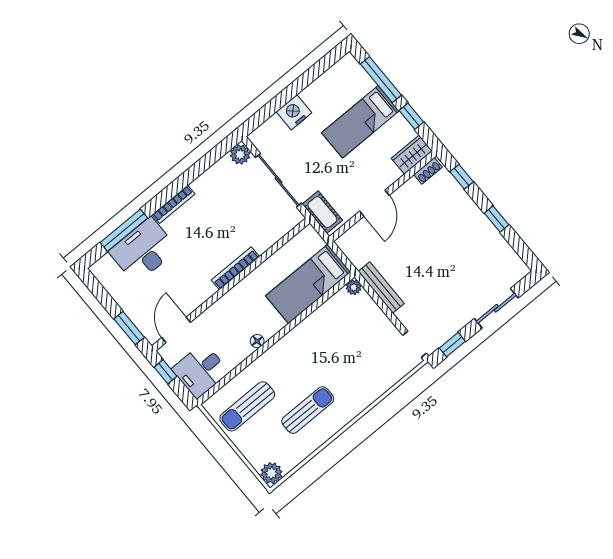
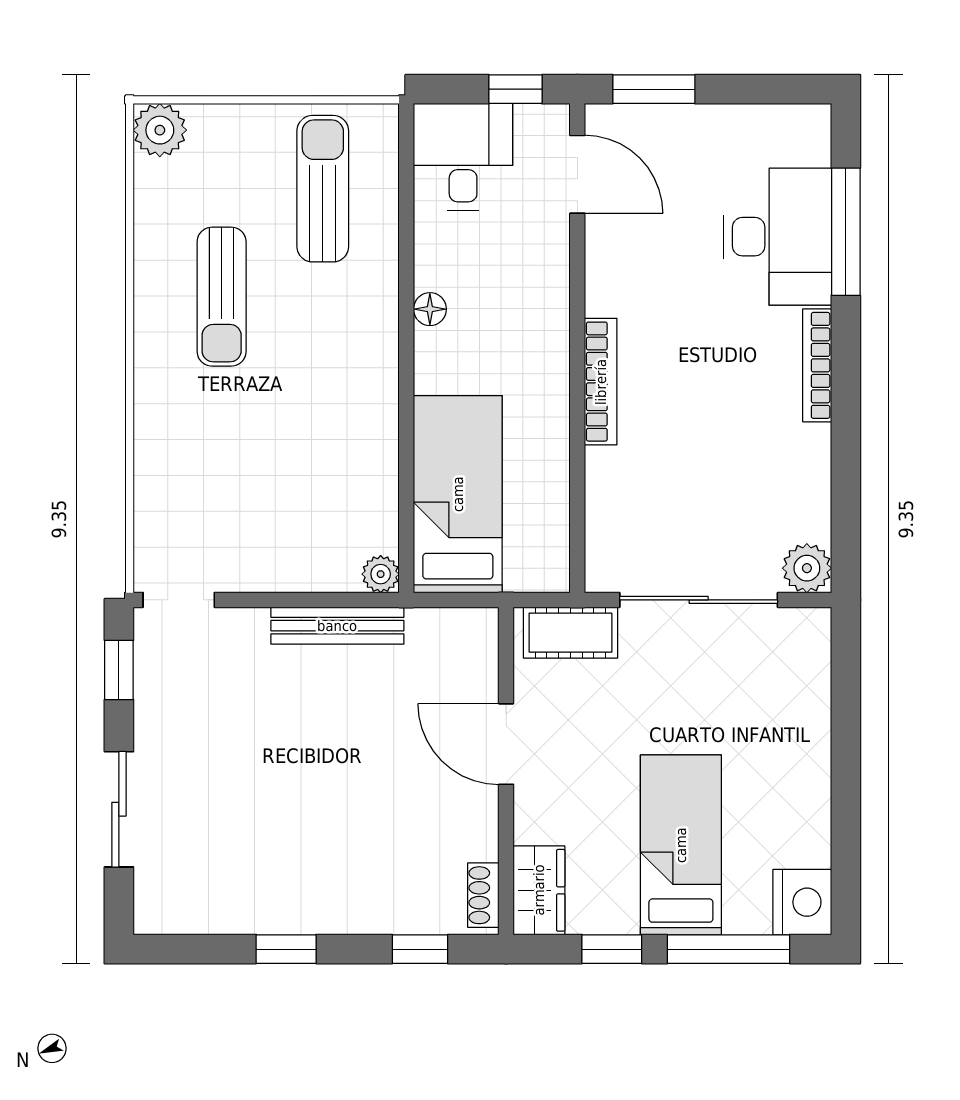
nightstand: (294, 112) -> (802, 902), moved

